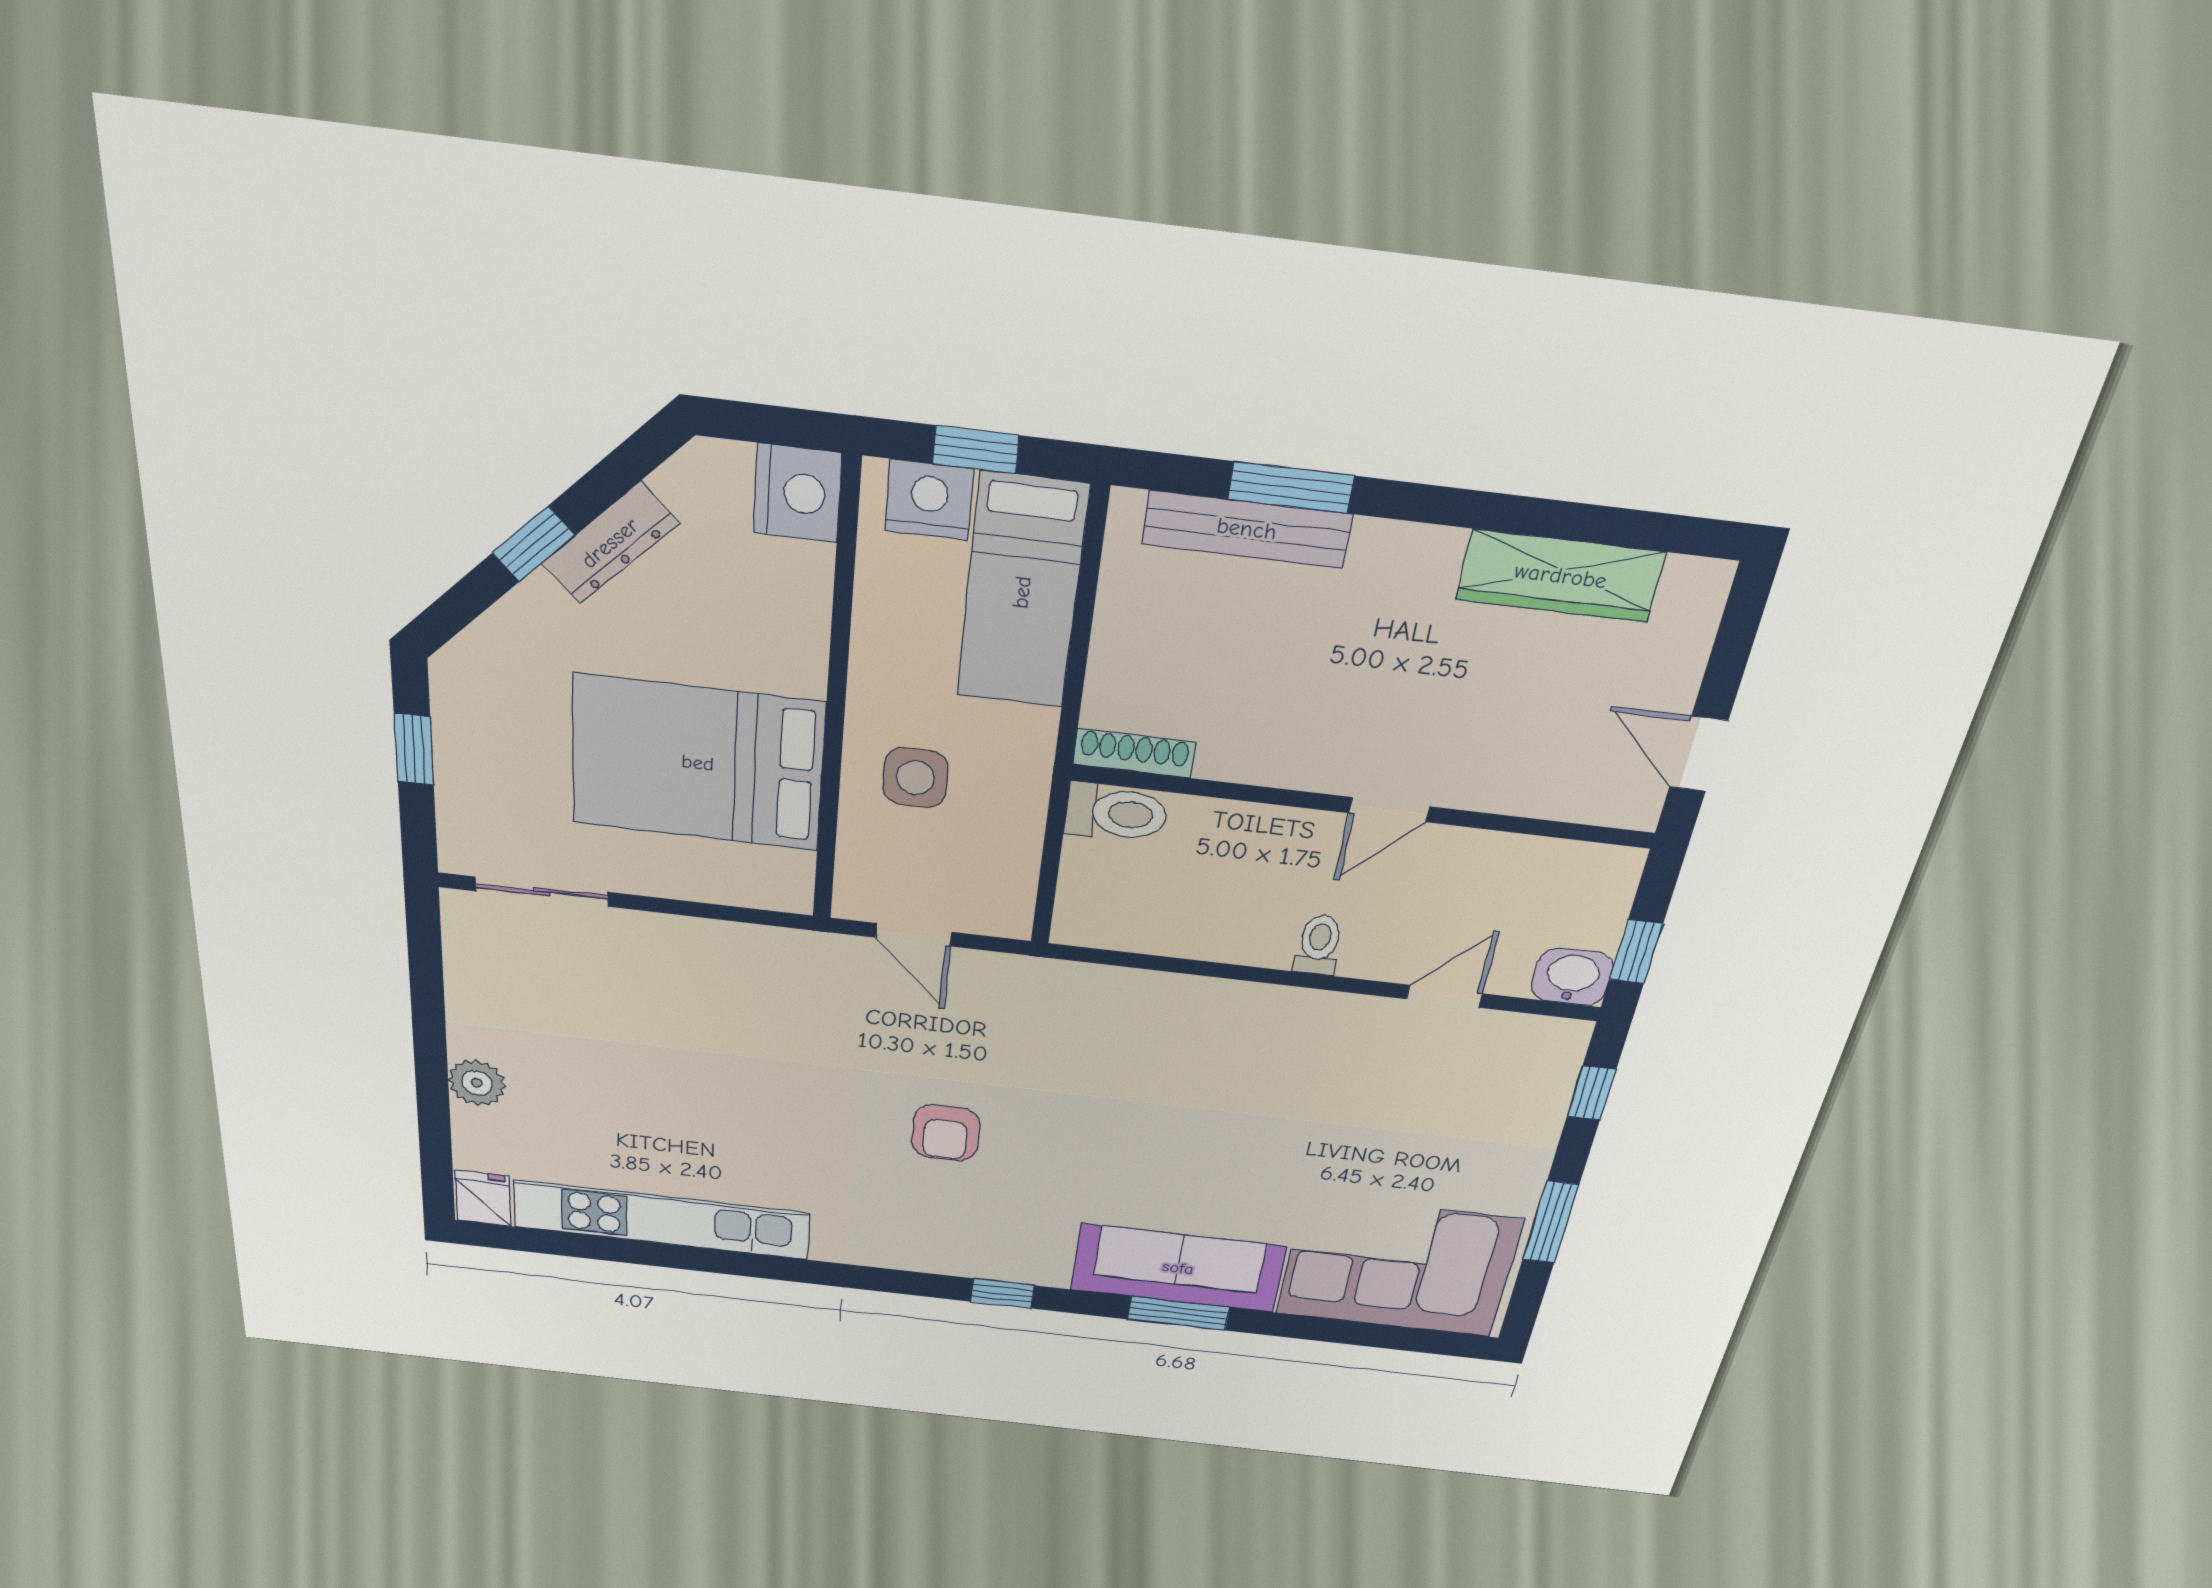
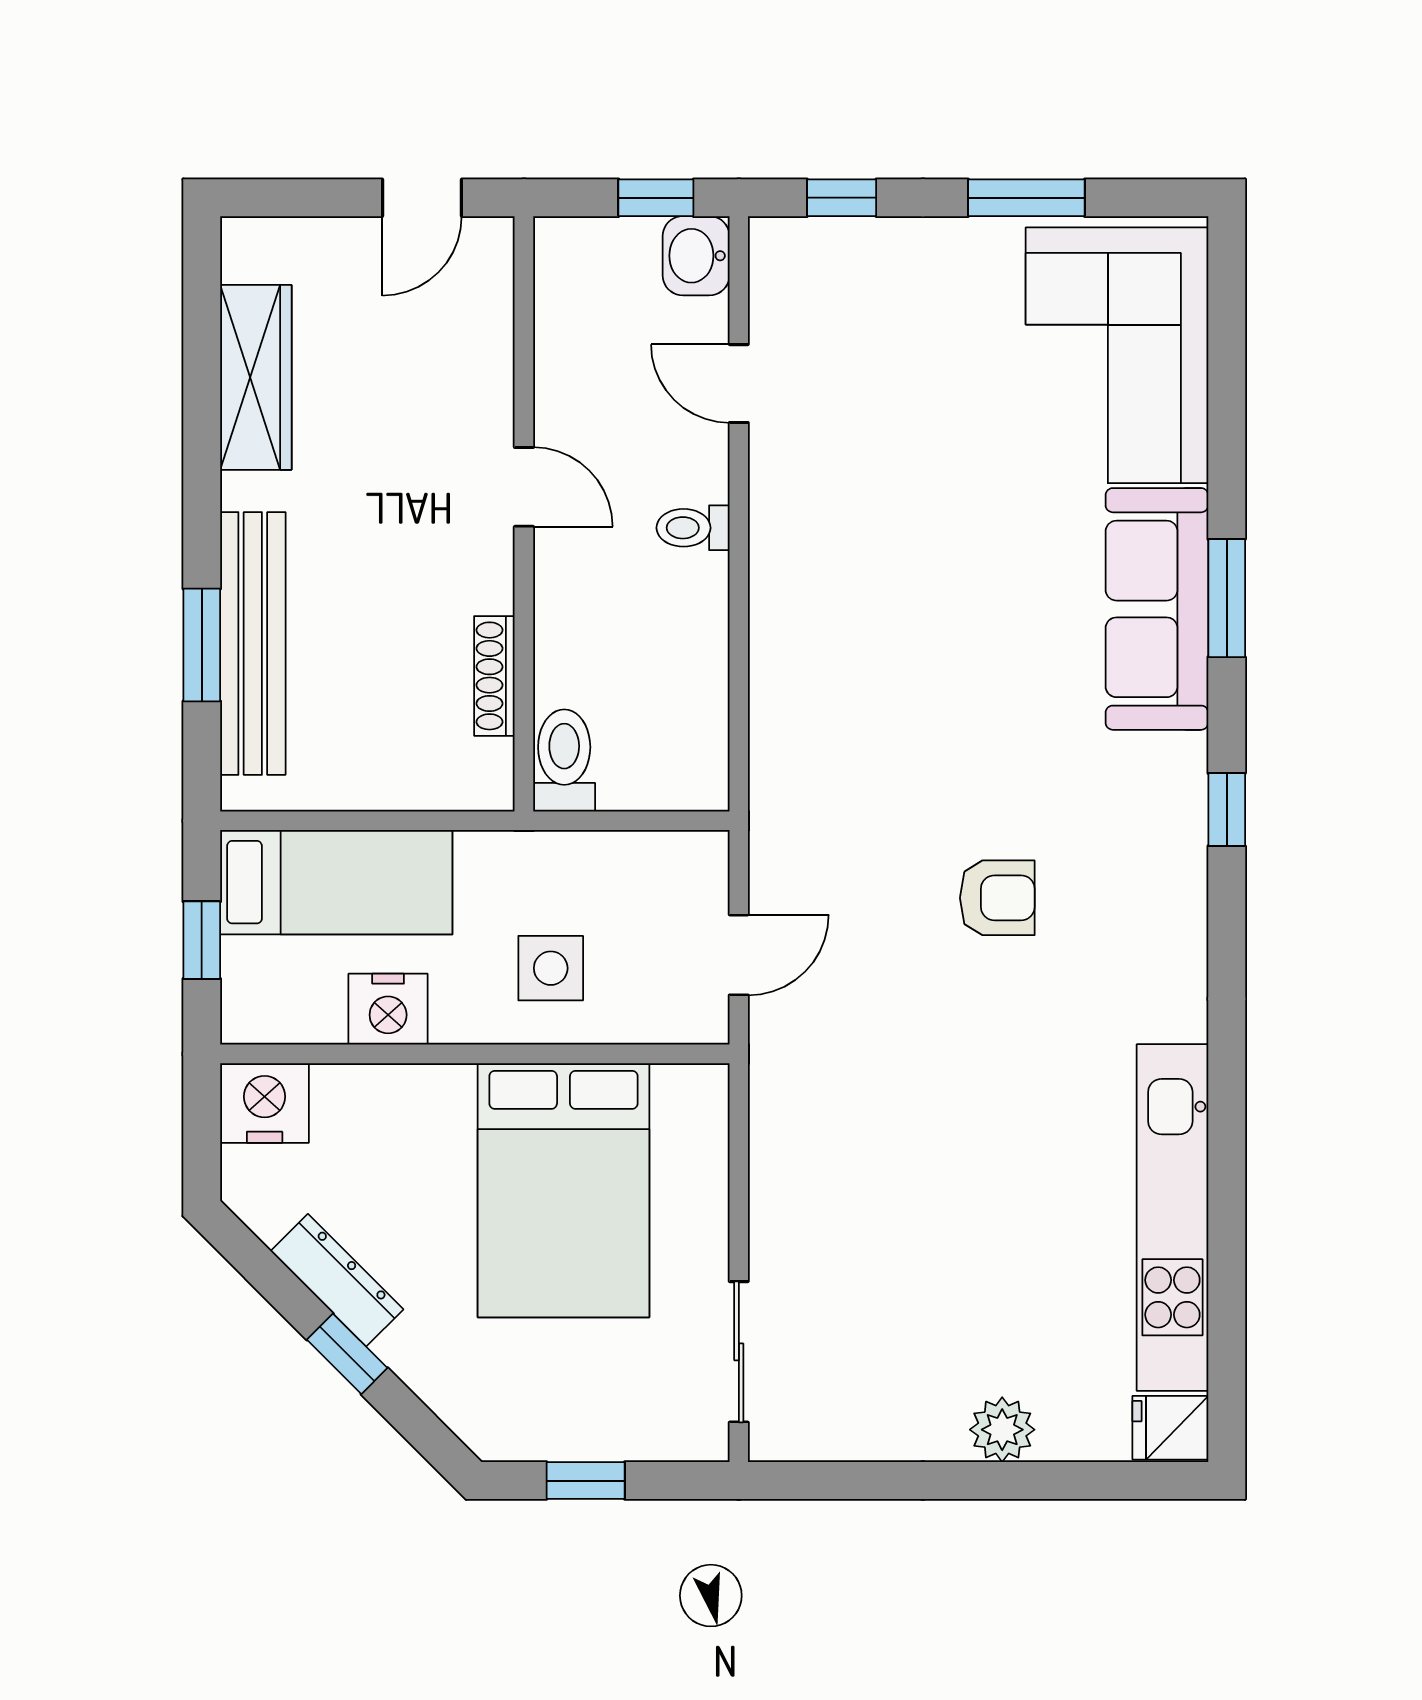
nightstand: (929, 500) -> (388, 1009), moved, turned -90
bench: (1247, 529) -> (253, 644), width x1.37, depth x1.21
shoe rack: (1134, 753) -> (494, 676), moved

